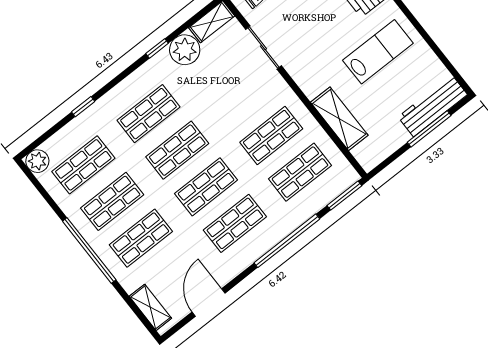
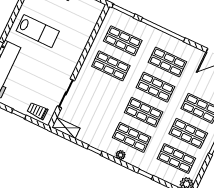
plant: (185, 50) -> (121, 155), moved, width x0.53, depth x0.53
lab bench: (378, 52) -> (38, 31), turned 180
shelving: (339, 119) -> (84, 34), removed

